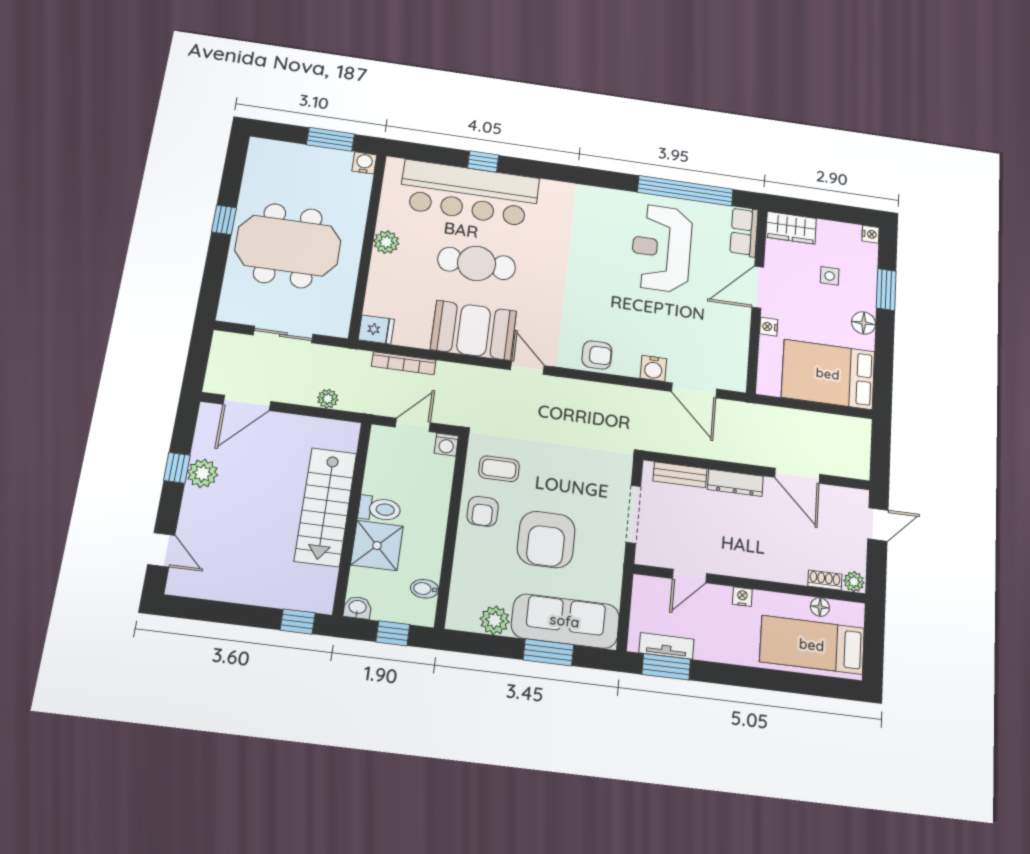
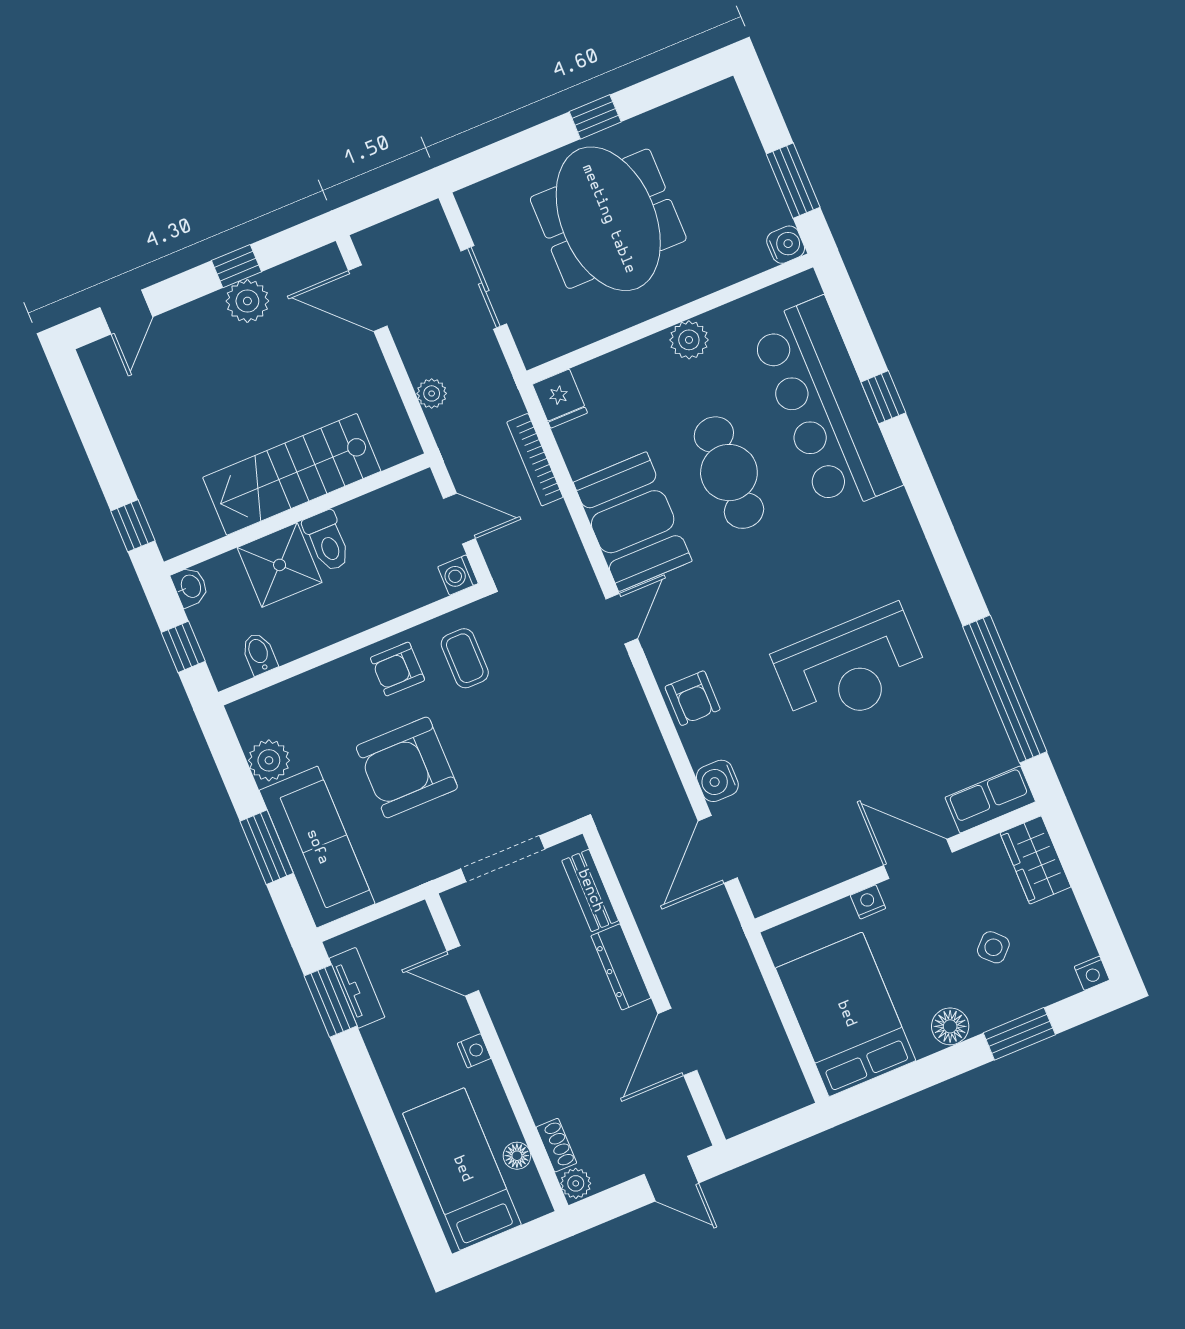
reception desk: (662, 248) -> (851, 668), moved, turned 180
side table: (830, 276) -> (993, 947), turned 45

